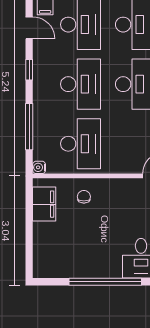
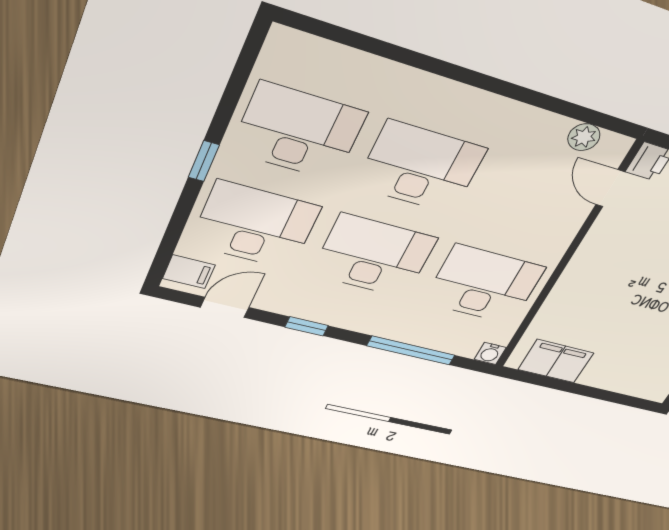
chair: (84, 197) -> (579, 304), removed

